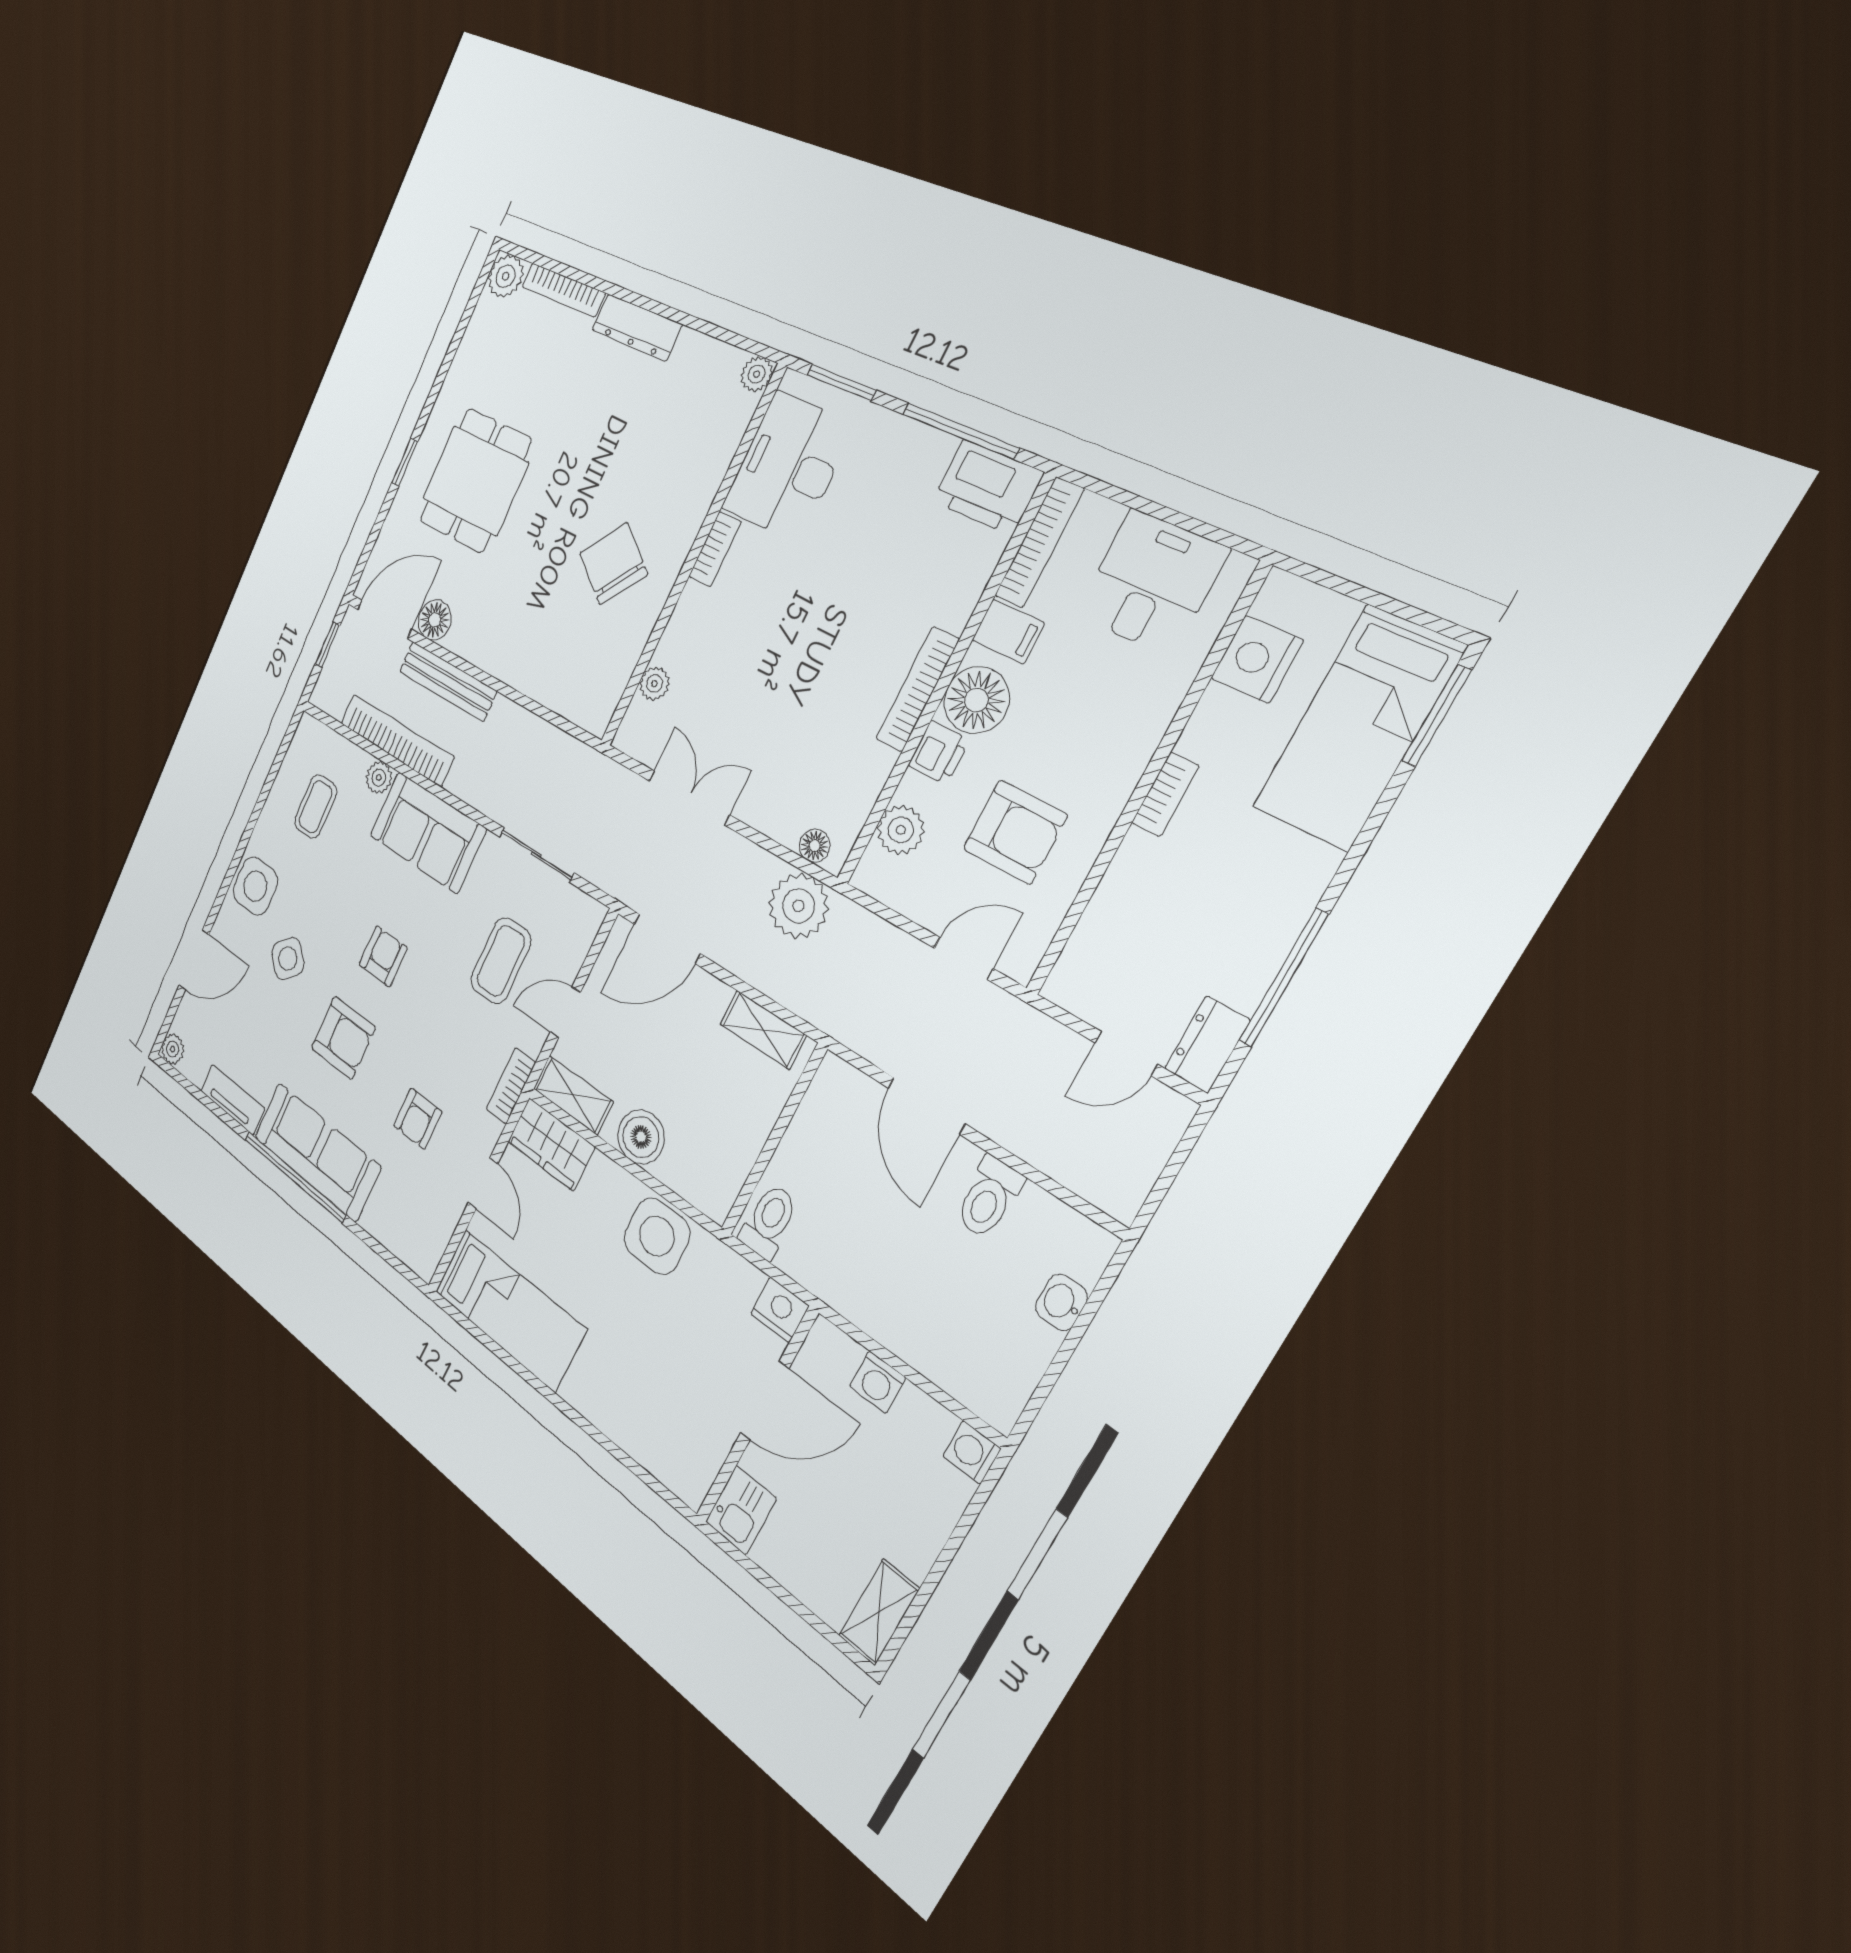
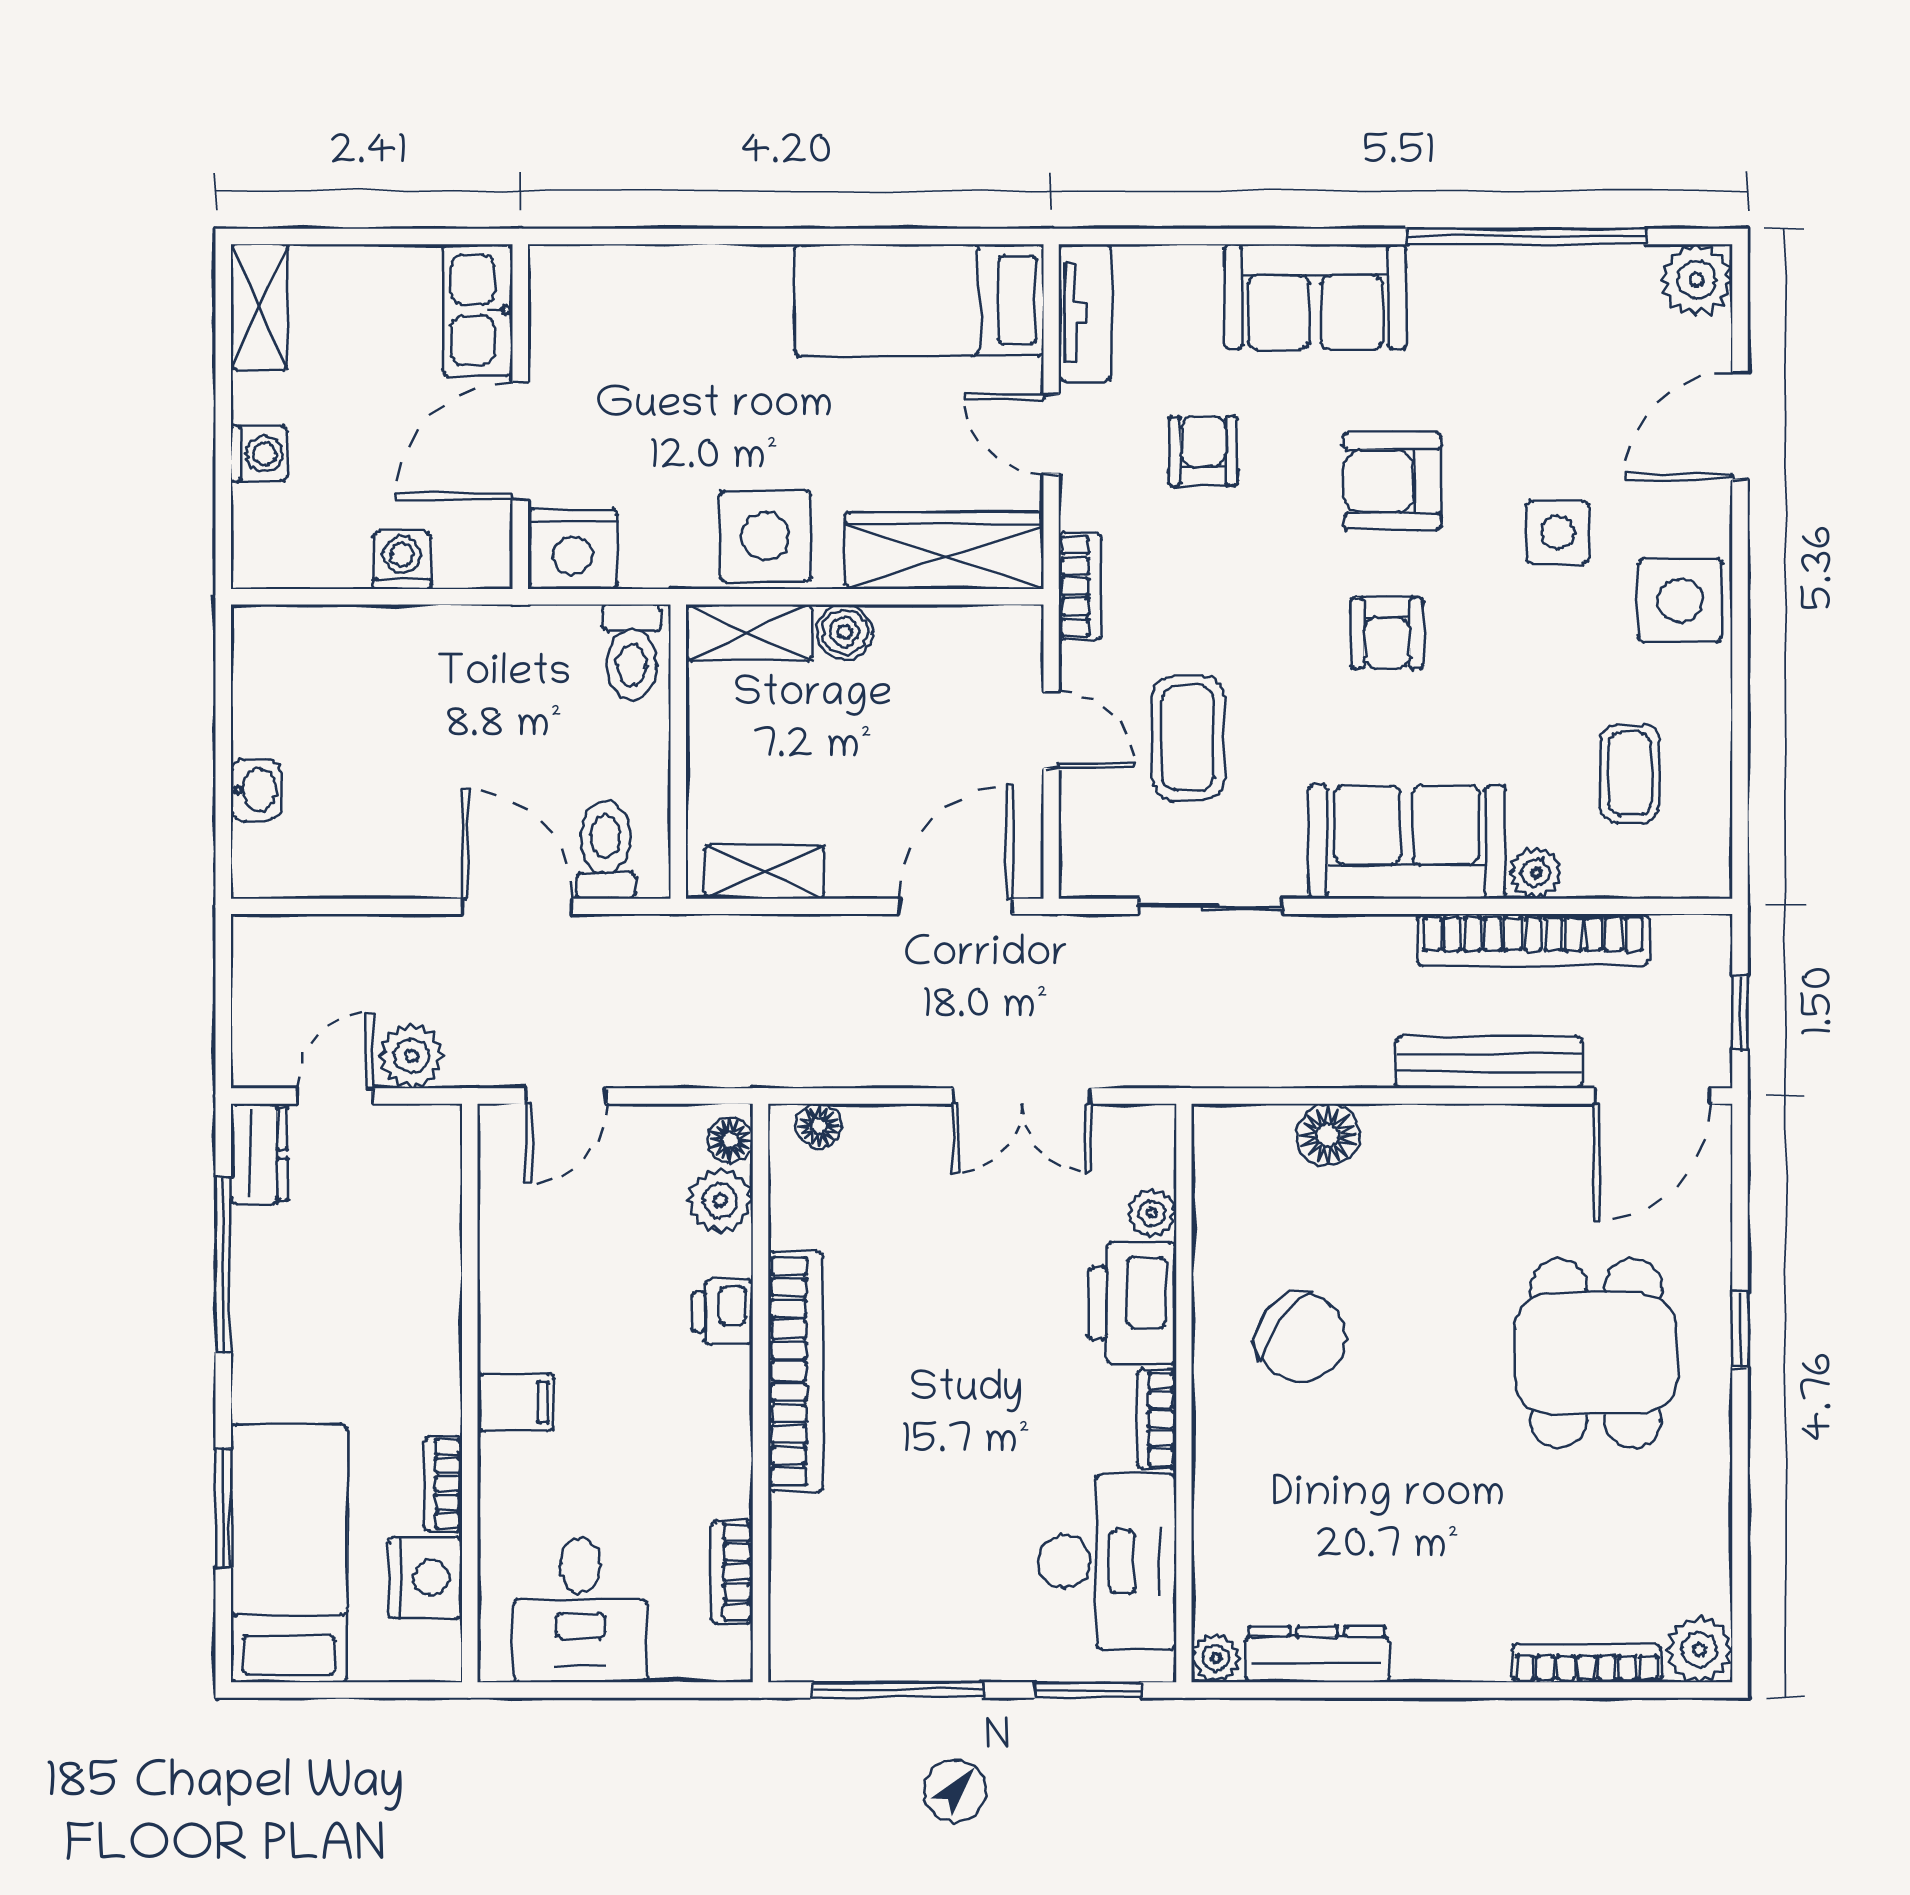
dresser: (637, 327) -> (1317, 1654), moved
printer: (988, 487) -> (1133, 1303), moved, turned -90
bookcase: (1039, 542) -> (732, 1572), width x0.64
floor lamp: (435, 620) -> (1328, 1135), moved
filing cabinet: (1008, 632) -> (516, 1402), moved, turned 180
bookcase: (917, 689) -> (795, 1371), width x1.48, depth x1.31
floor lamp: (976, 700) -> (730, 1140), moved, width x0.53, depth x0.53
window: (1436, 716) -> (223, 1508), moved
bookcase: (1165, 794) -> (443, 1484), moved
armchair: (1015, 832) -> (584, 1268), removed
plant: (798, 906) -> (412, 1056), moved, width x0.73, depth x0.73
side table: (288, 958) -> (1558, 532), turned 45
door: (565, 1012) -> (1051, 730), hinge flipped
plant: (173, 1049) -> (1697, 280), width x1.38, depth x1.38
shelving: (573, 1095) -> (749, 633), moved
tv unit: (232, 1100) -> (1085, 313), moved, turned -90
boiler: (641, 1137) -> (845, 632), width x0.73, depth x0.73
wardrobe: (551, 1144) -> (944, 551), width x1.50
sofa: (317, 1152) -> (1315, 297), width x0.73
window: (295, 1177) -> (1527, 236), moved
toilet: (989, 1198) -> (606, 850), moved
nightstand: (780, 1310) -> (573, 549), width x1.36, depth x1.33
washing machine: (972, 1452) -> (259, 454), moved
kitchen sink: (741, 1510) -> (478, 310), width x1.38

